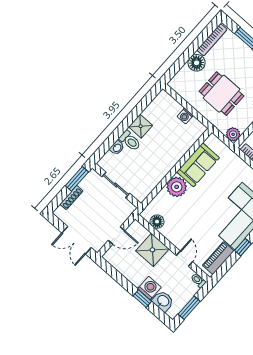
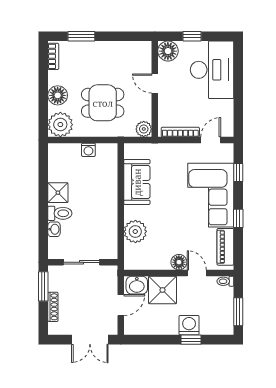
bookcase: (212, 40) -> (53, 56), width x0.64
plant: (181, 83) -> (60, 125), added
plant: (177, 187) -> (135, 231), moved
floor lamp: (157, 222) -> (179, 262), moved
washbasin: (163, 301) -> (137, 285), moved, turned 180

